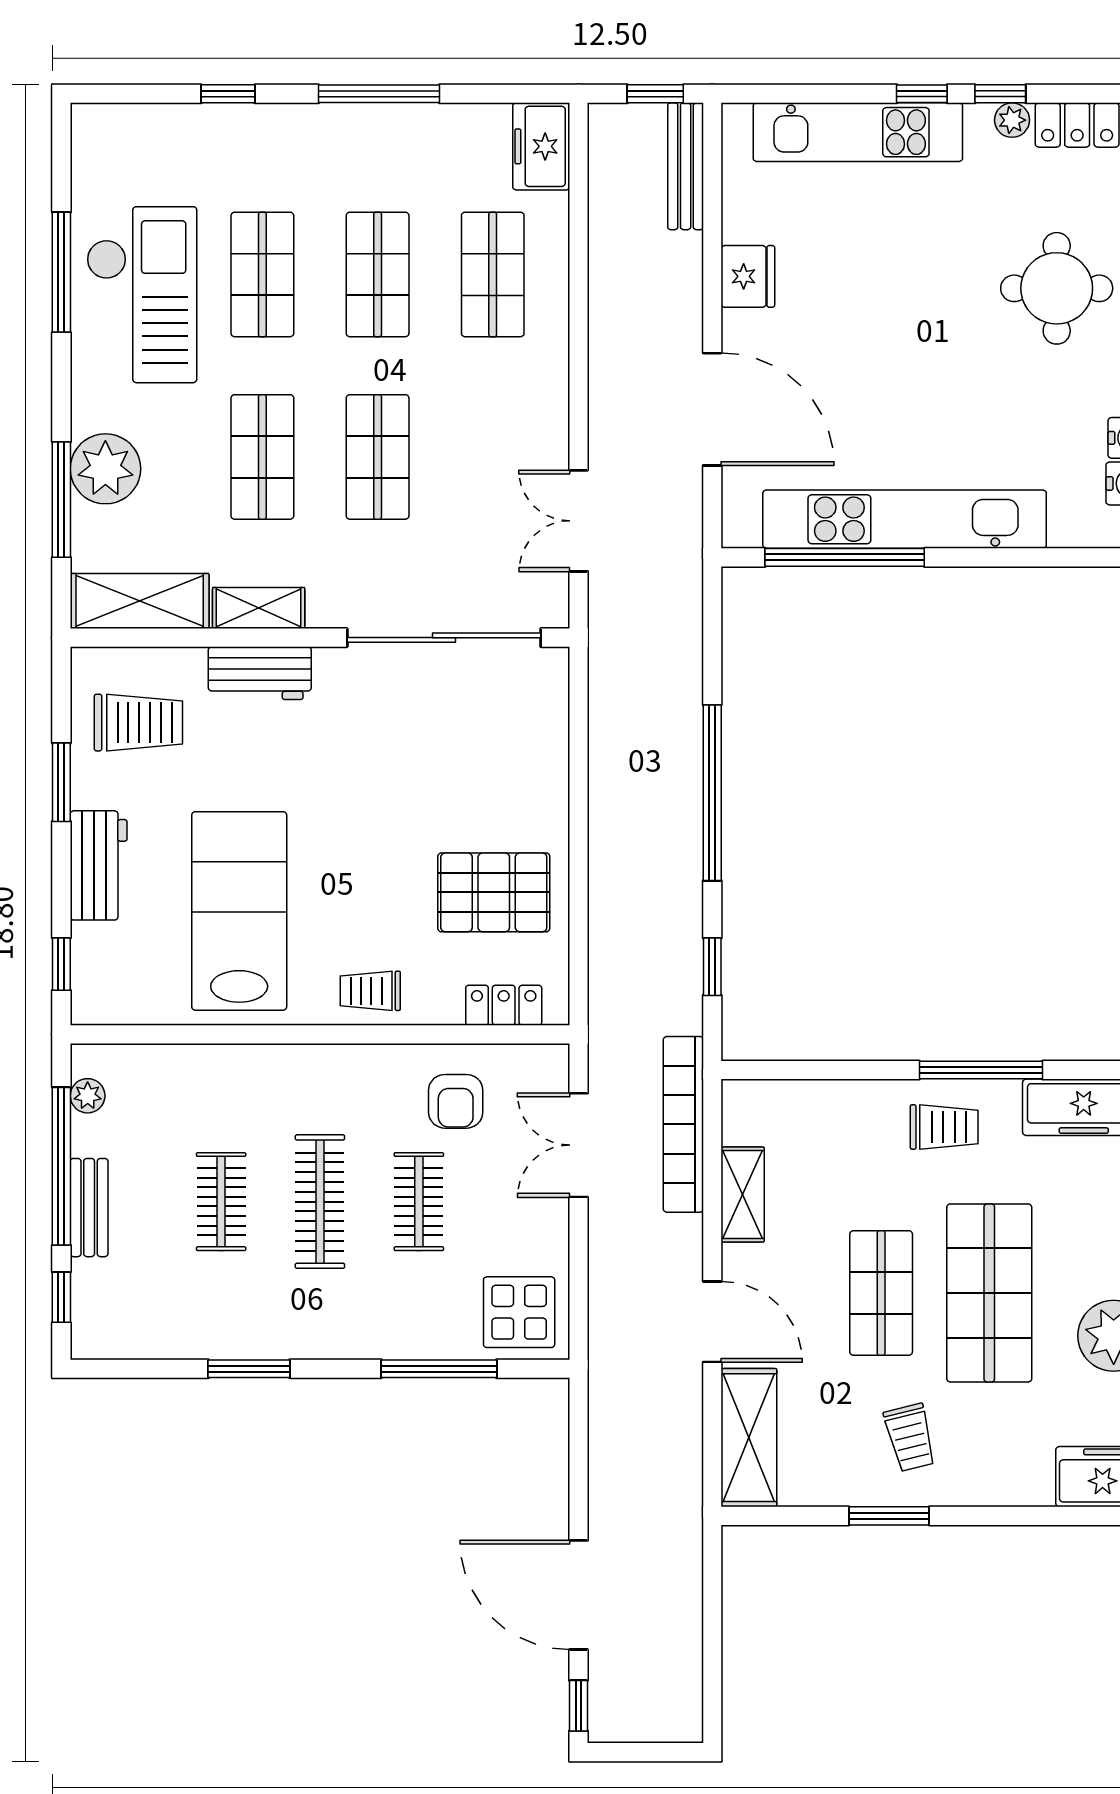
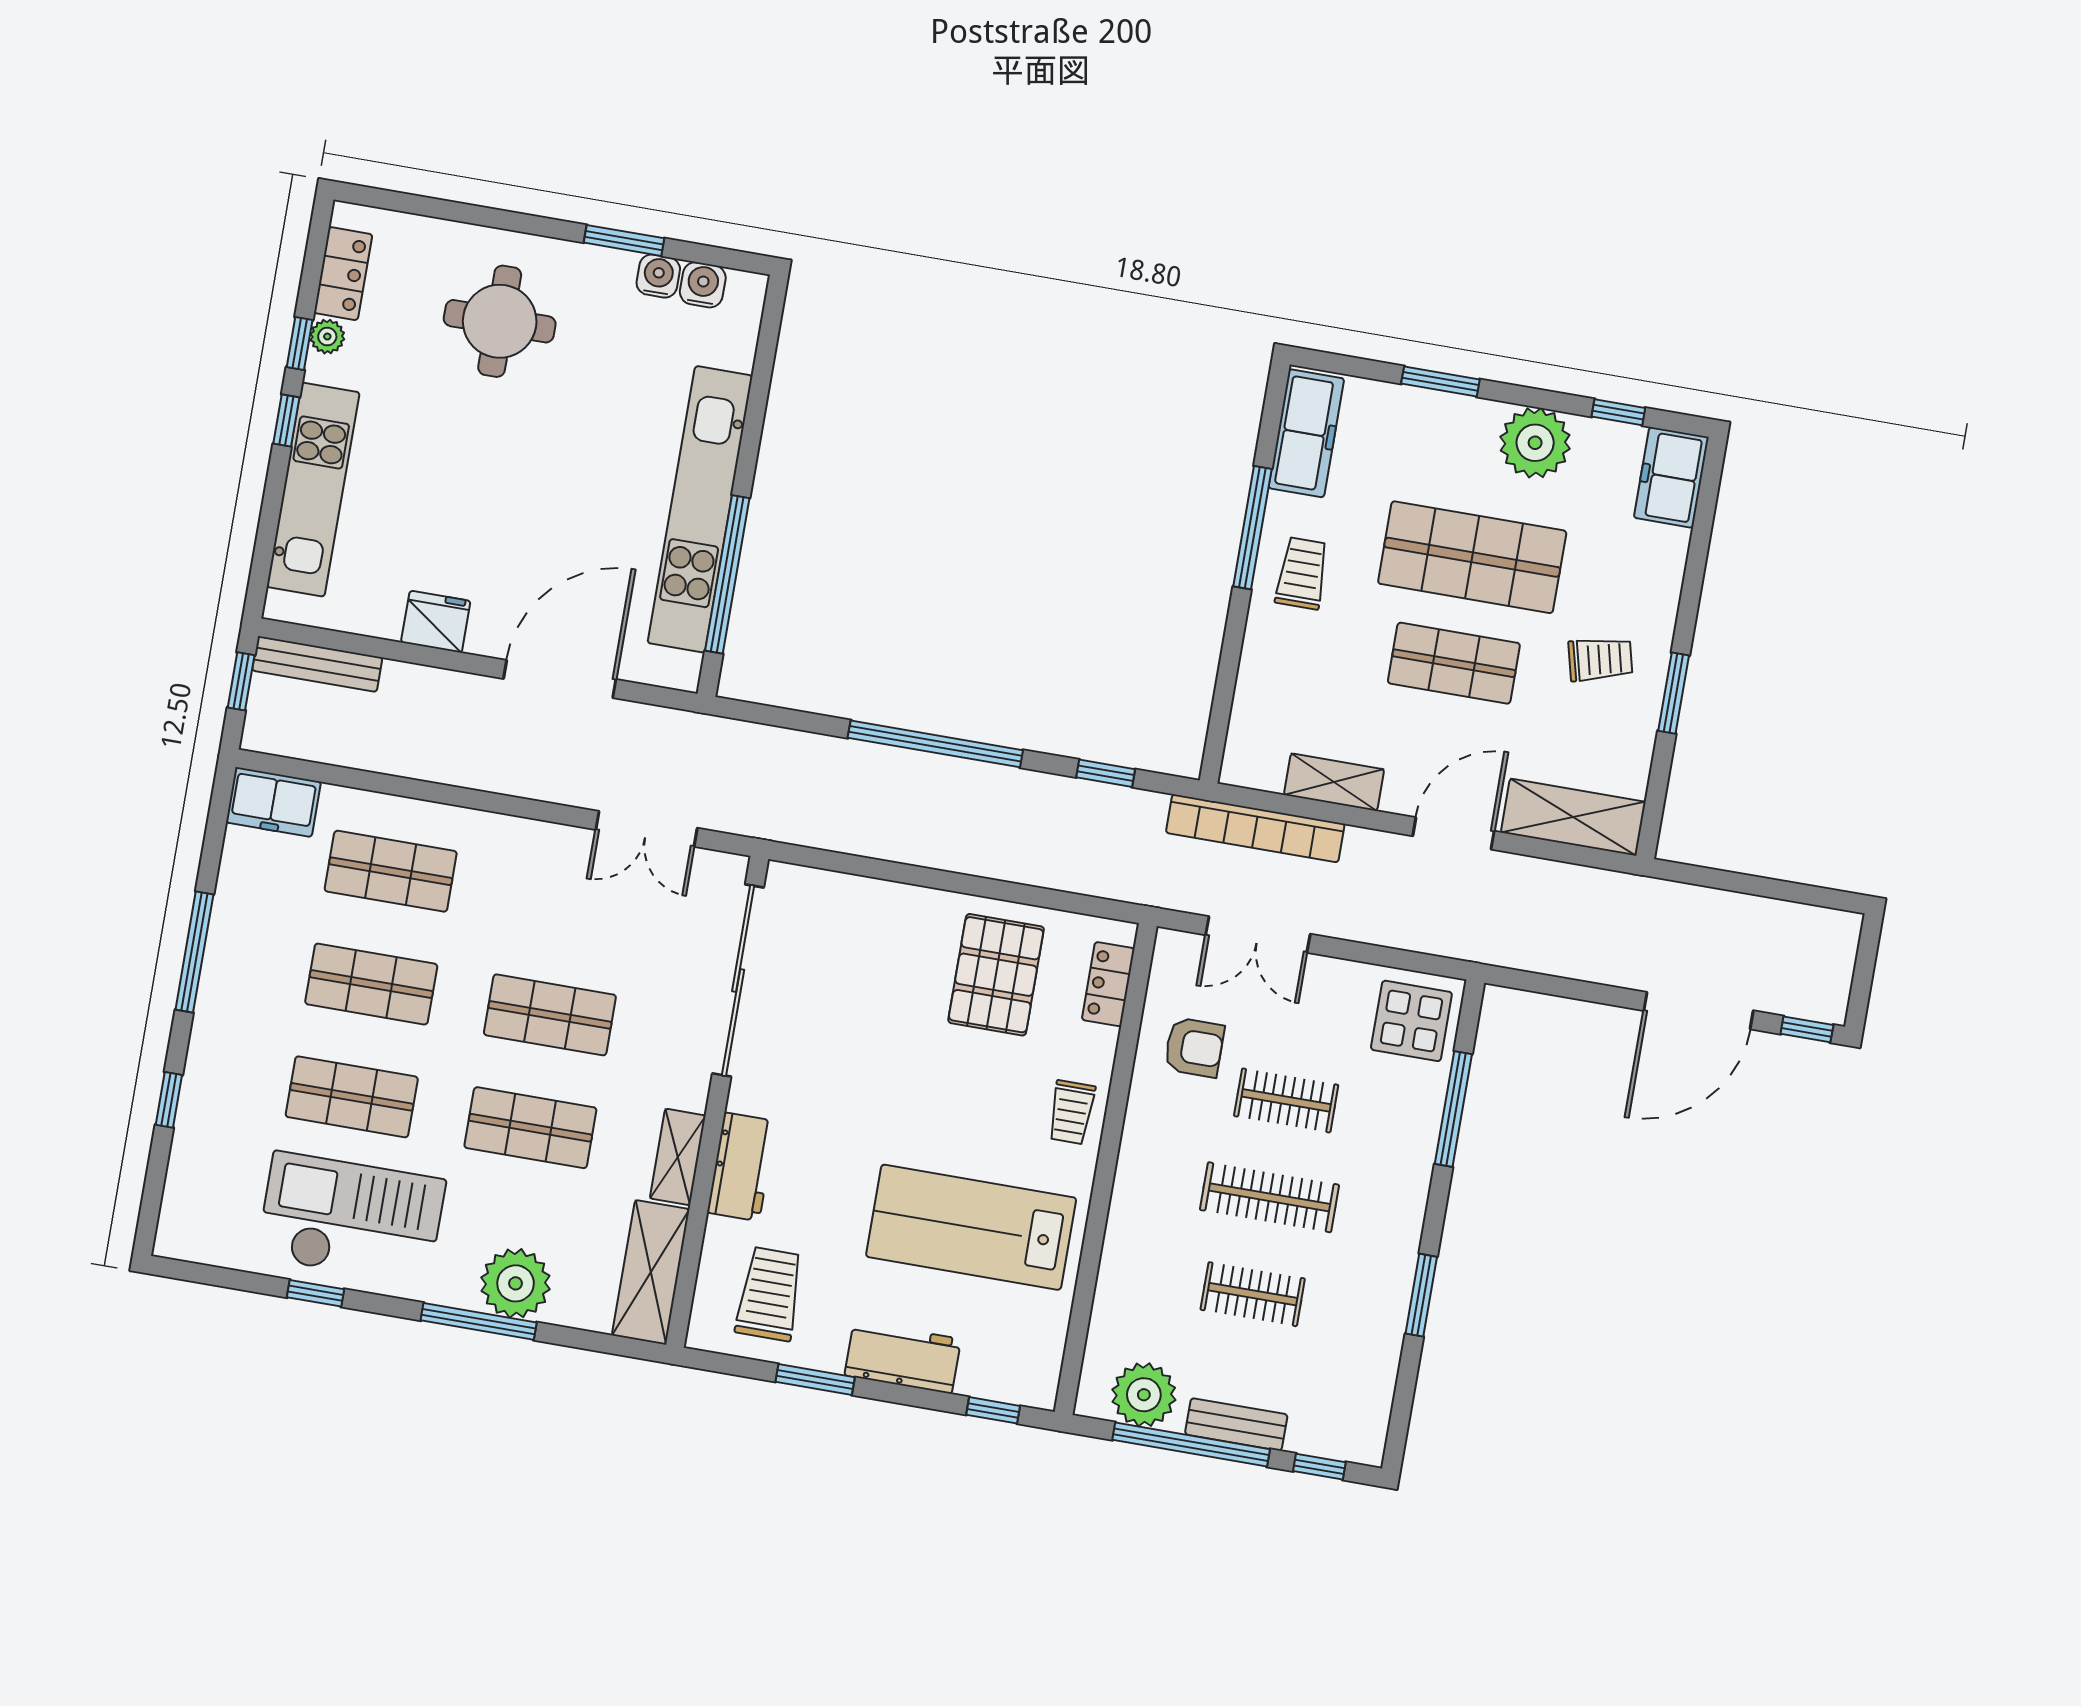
window: (61, 272) -> (315, 1293), width x0.46
window: (61, 500) -> (479, 1321), moved
plant: (88, 1096) -> (1144, 1395), width x1.88, depth x1.88

